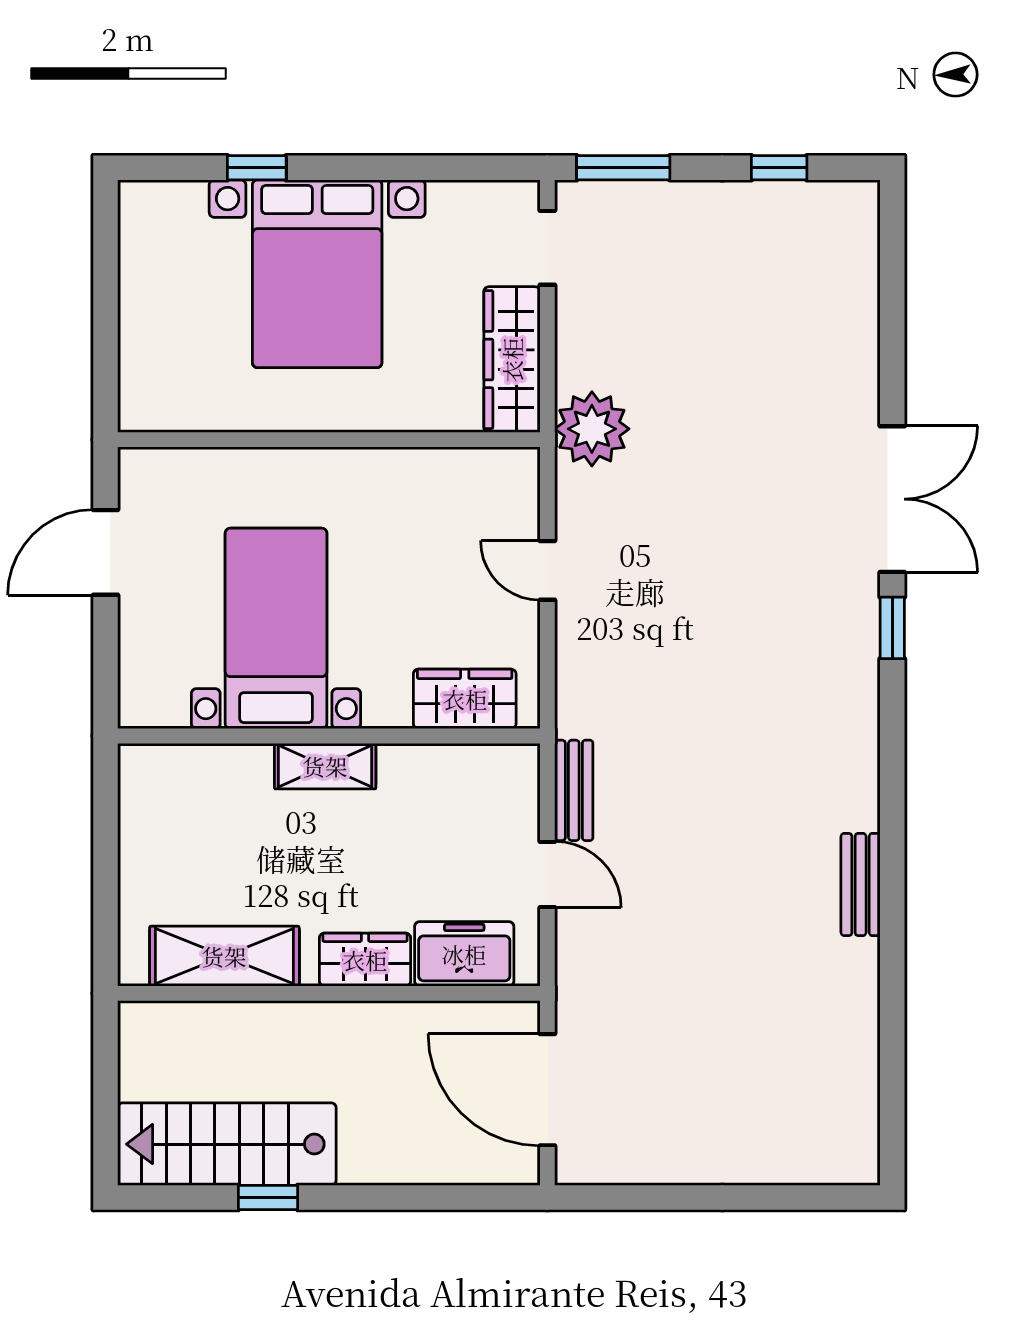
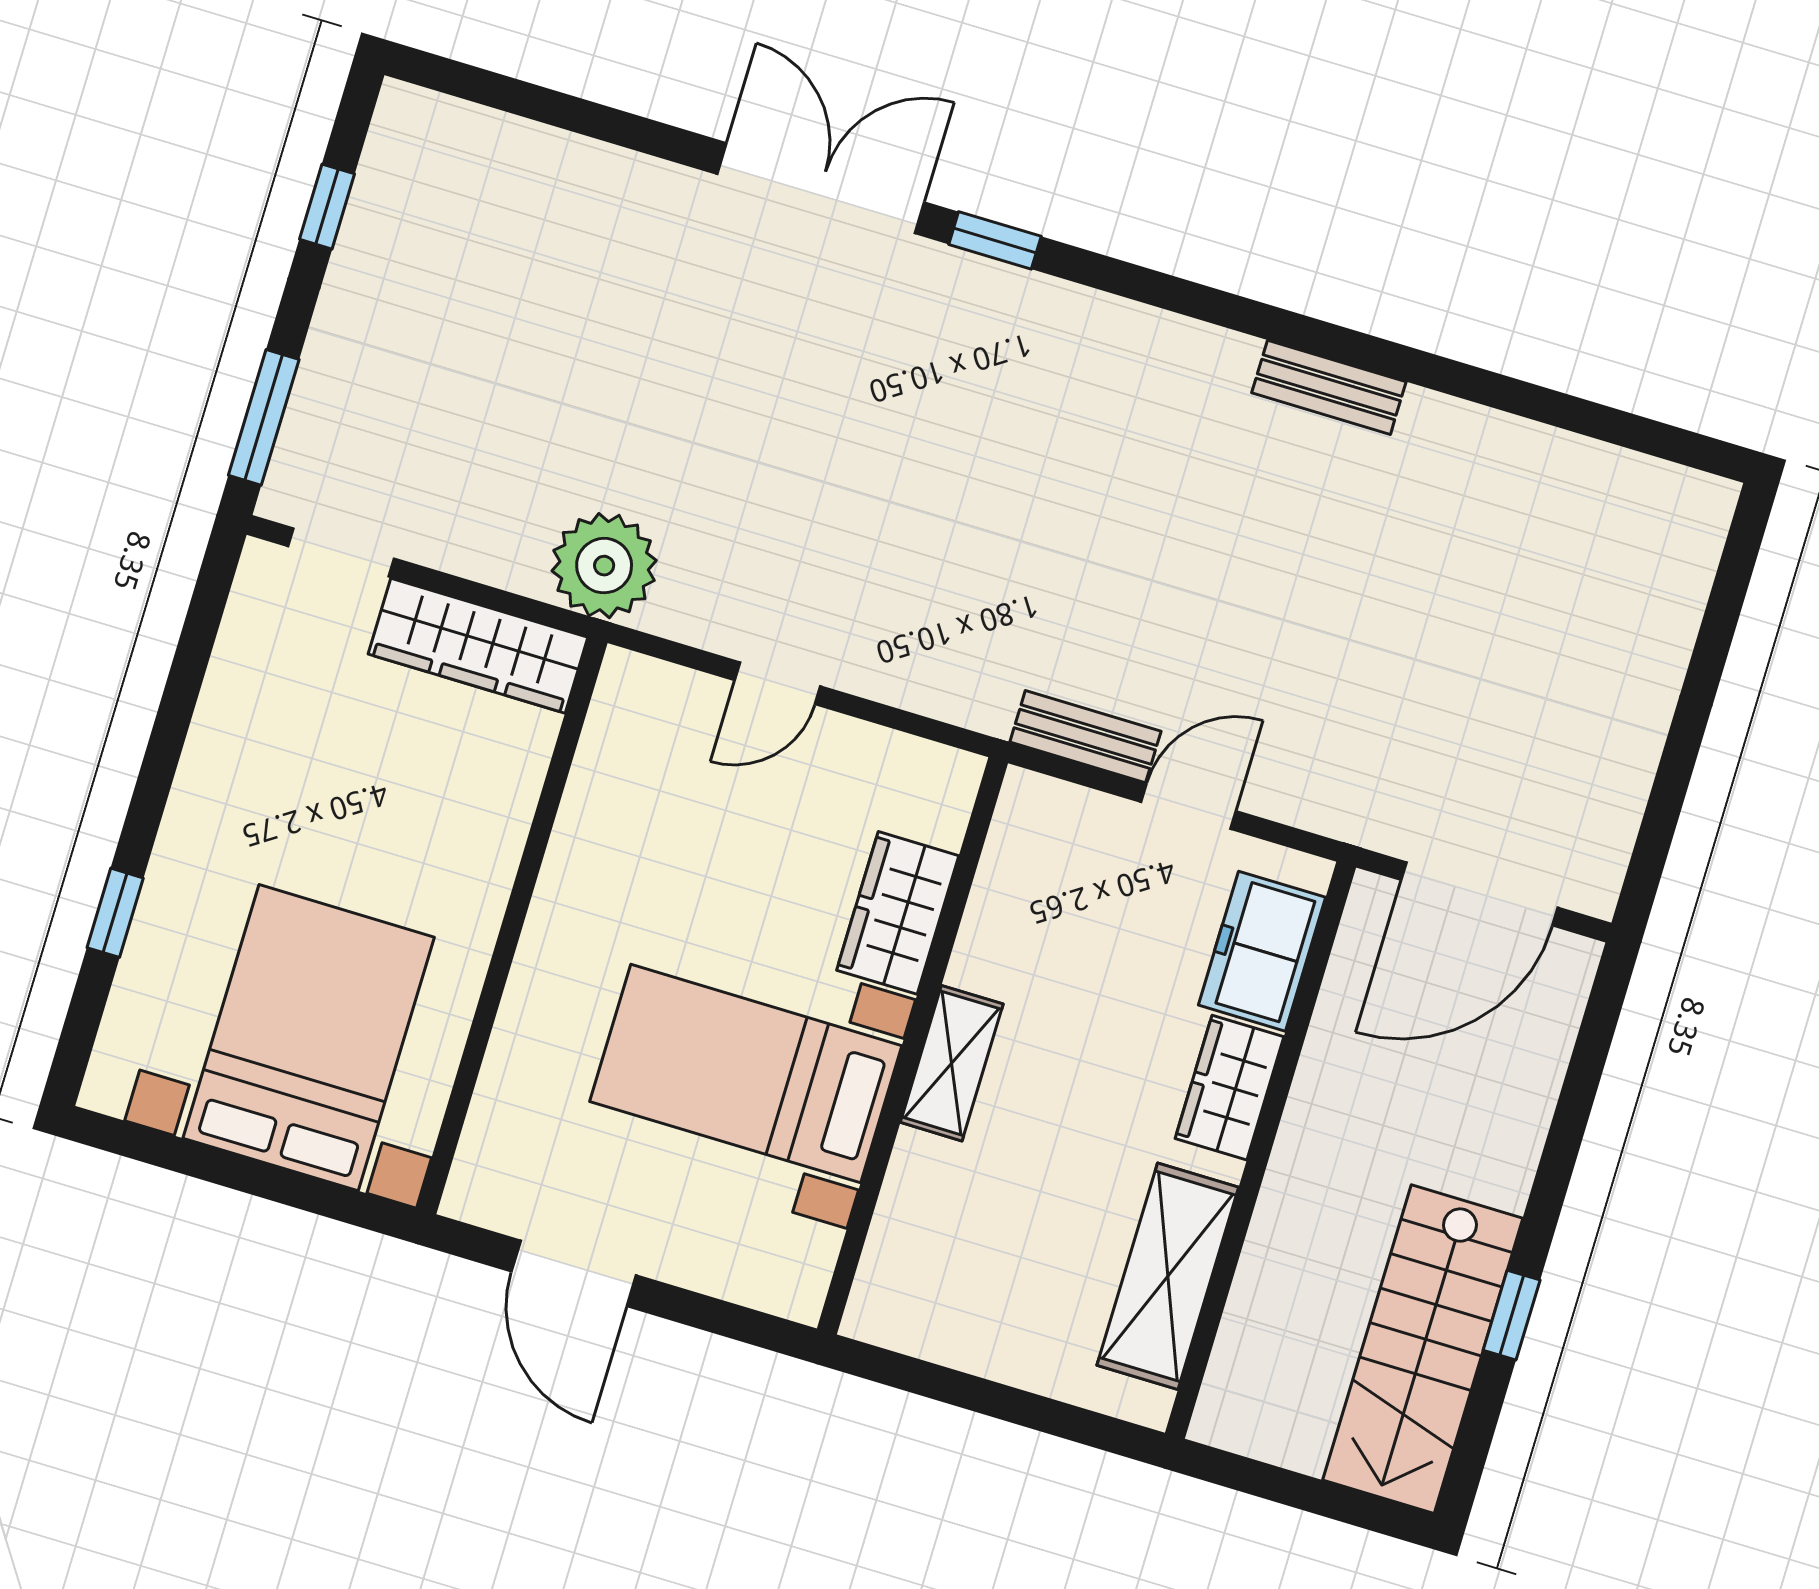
bed with nightstands: (317, 274) -> (309, 1038), moved, turned -90
wardrobe: (465, 699) -> (898, 913), moved

